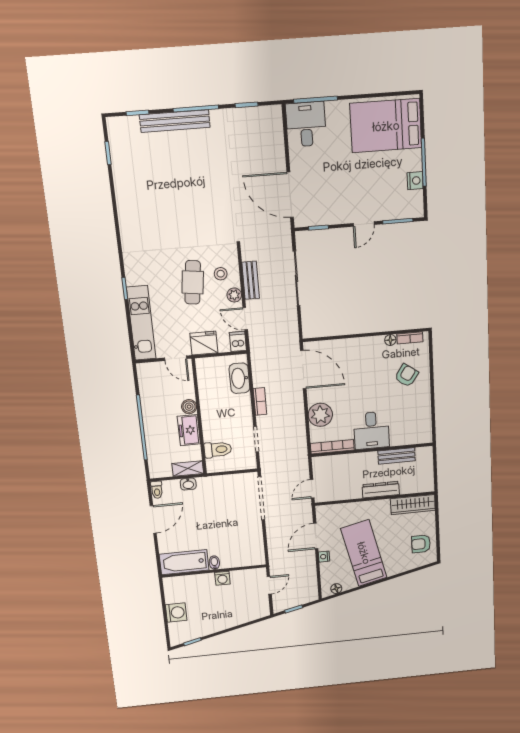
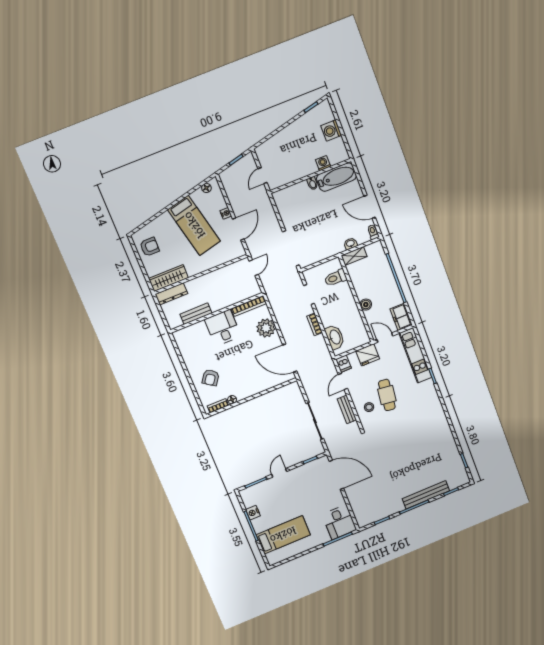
bed: (386, 126) -> (283, 535), width x0.67
plant: (234, 295) -> (355, 396), removed
door: (245, 319) -> (343, 381), swing flipped
freezer: (189, 430) -> (401, 317), moved, turned 180
dresser: (381, 490) -> (171, 294), moved
door: (153, 519) -> (370, 207), hinge flipped
washing machine: (222, 578) -> (323, 163), moved

